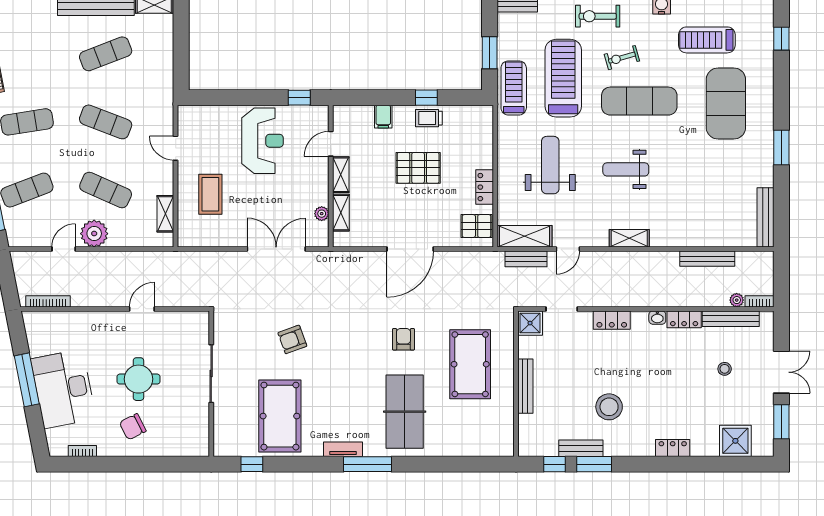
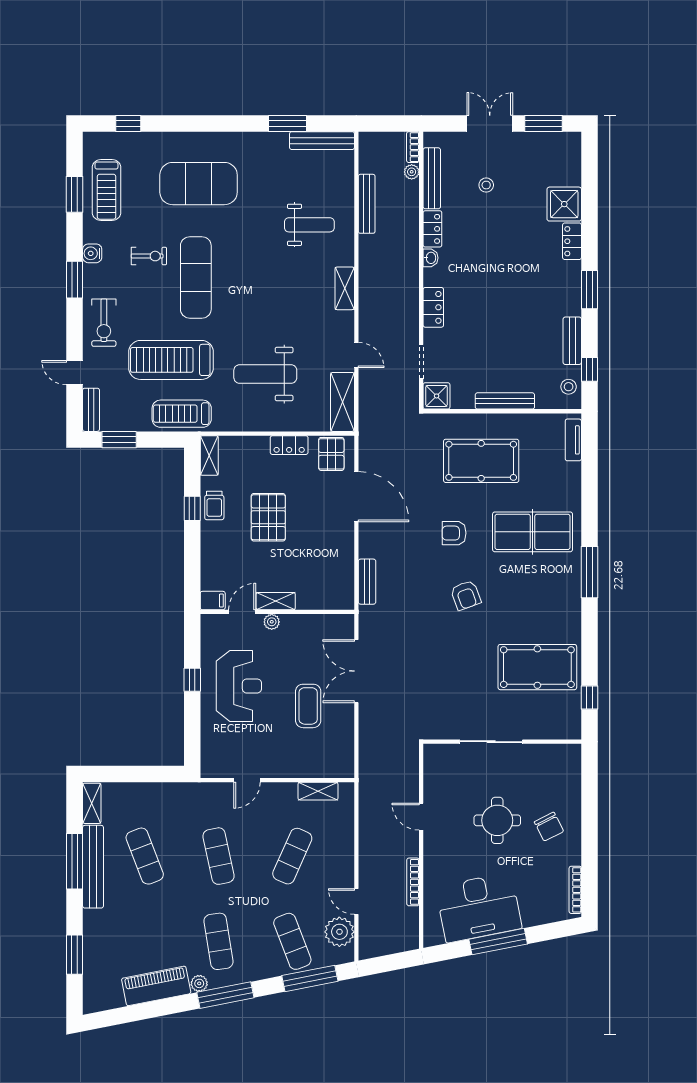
treadmill: (707, 40) -> (106, 190), moved
window: (490, 53) -> (119, 440), moved
exercise bike: (622, 58) -> (149, 256), moved, turned -74
window: (299, 98) -> (192, 680), moved
filing cabinet: (383, 117) -> (213, 601), moved
exercise mat: (106, 122) -> (219, 856), turned -33
reception desk: (263, 141) -> (239, 686), turned 90
door: (331, 144) -> (242, 612), swing flipped
window: (781, 148) -> (288, 123), moved
weight bench: (626, 169) -> (309, 225), moved, turned -90
coffee table: (210, 194) -> (308, 706), moved, turned 90
shelving: (341, 213) -> (209, 456), moved, turned 90
plant: (322, 214) -> (272, 622), moved
plant: (94, 234) -> (339, 932), moved
door: (410, 249) -> (356, 497), moved
bench: (526, 259) -> (367, 582), moved
bookcase: (48, 301) -> (413, 882), moved
armchair: (292, 339) -> (466, 595), moved
desk: (63, 389) -> (479, 907), moved
stool: (609, 407) -> (569, 387), moved, width x0.53, depth x0.53
shower: (735, 441) -> (564, 204), moved
tv unit: (343, 449) -> (573, 440), moved
bookcase: (82, 451) -> (575, 890), width x1.56
window: (594, 464) -> (589, 290), moved

